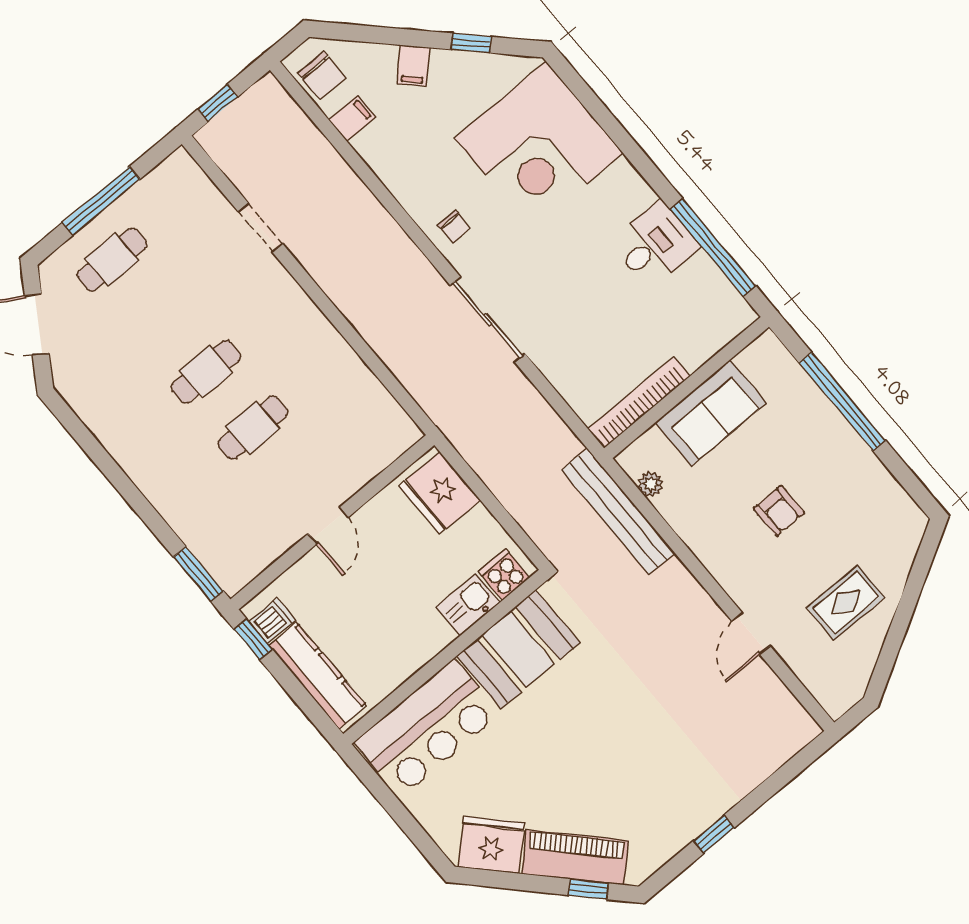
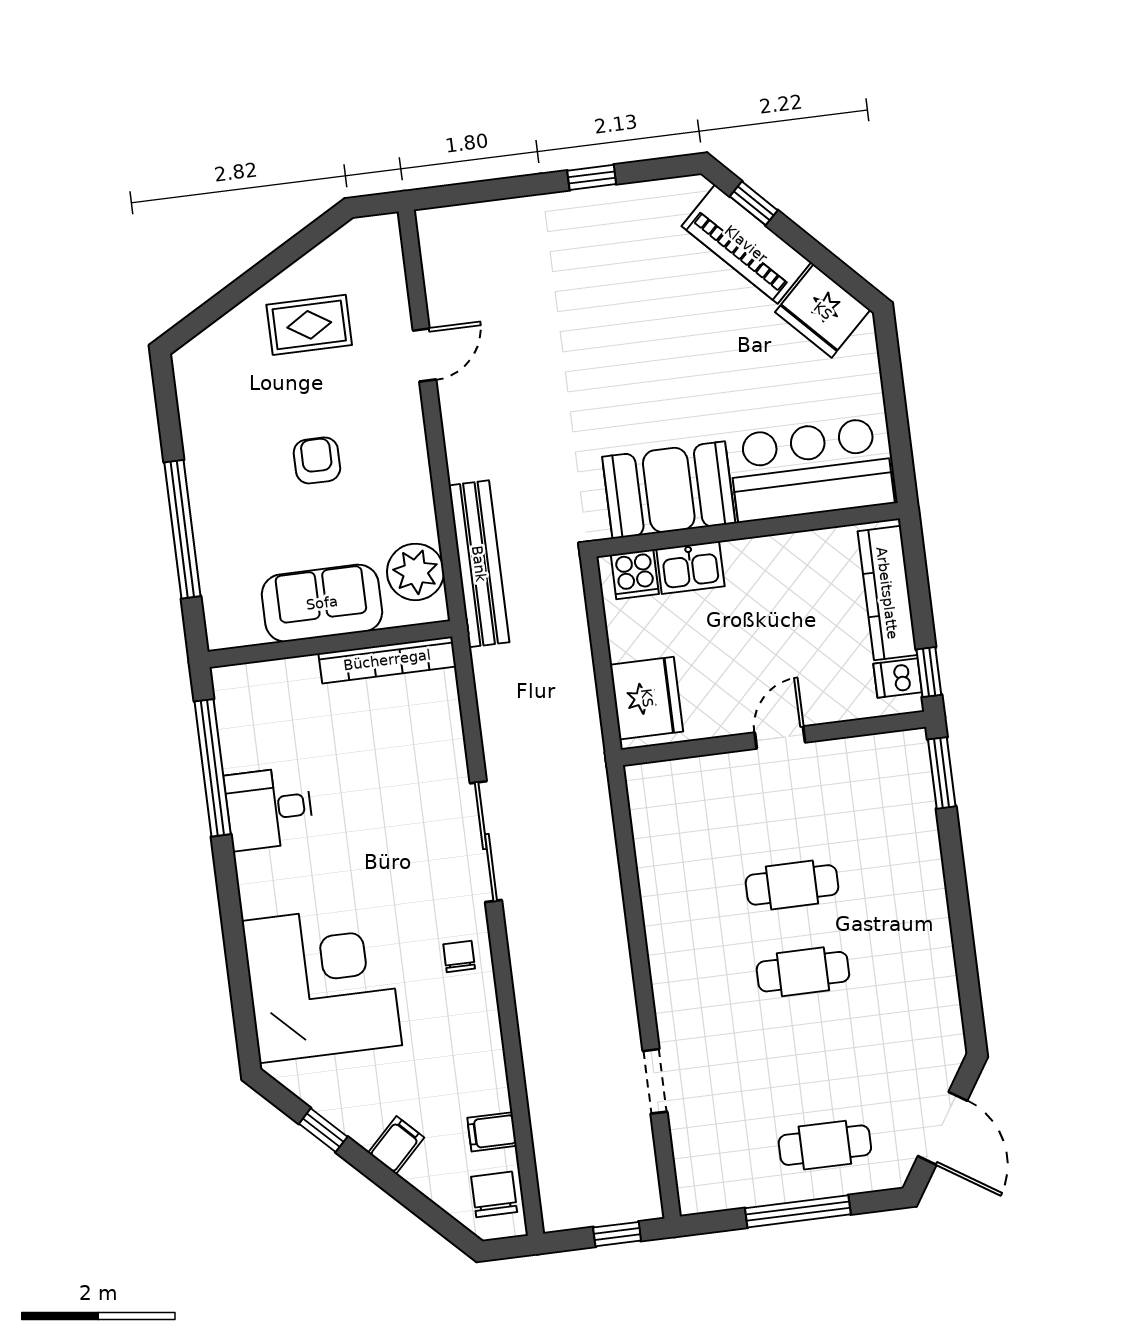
plant: (651, 484) -> (415, 572), width x1.88, depth x1.88

